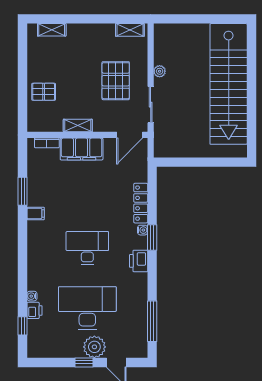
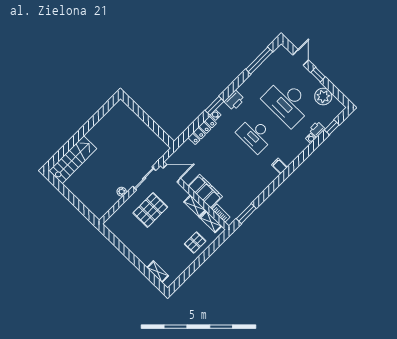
shelving: (130, 30) -> (211, 222), moved
stairs: (229, 84) -> (73, 160), width x0.54, depth x0.66
pallet: (44, 92) -> (195, 243), turned 90
window: (23, 191) -> (246, 214), moved
filing cabinet: (36, 213) -> (279, 166), moved
plant: (94, 347) -> (323, 96), moved

